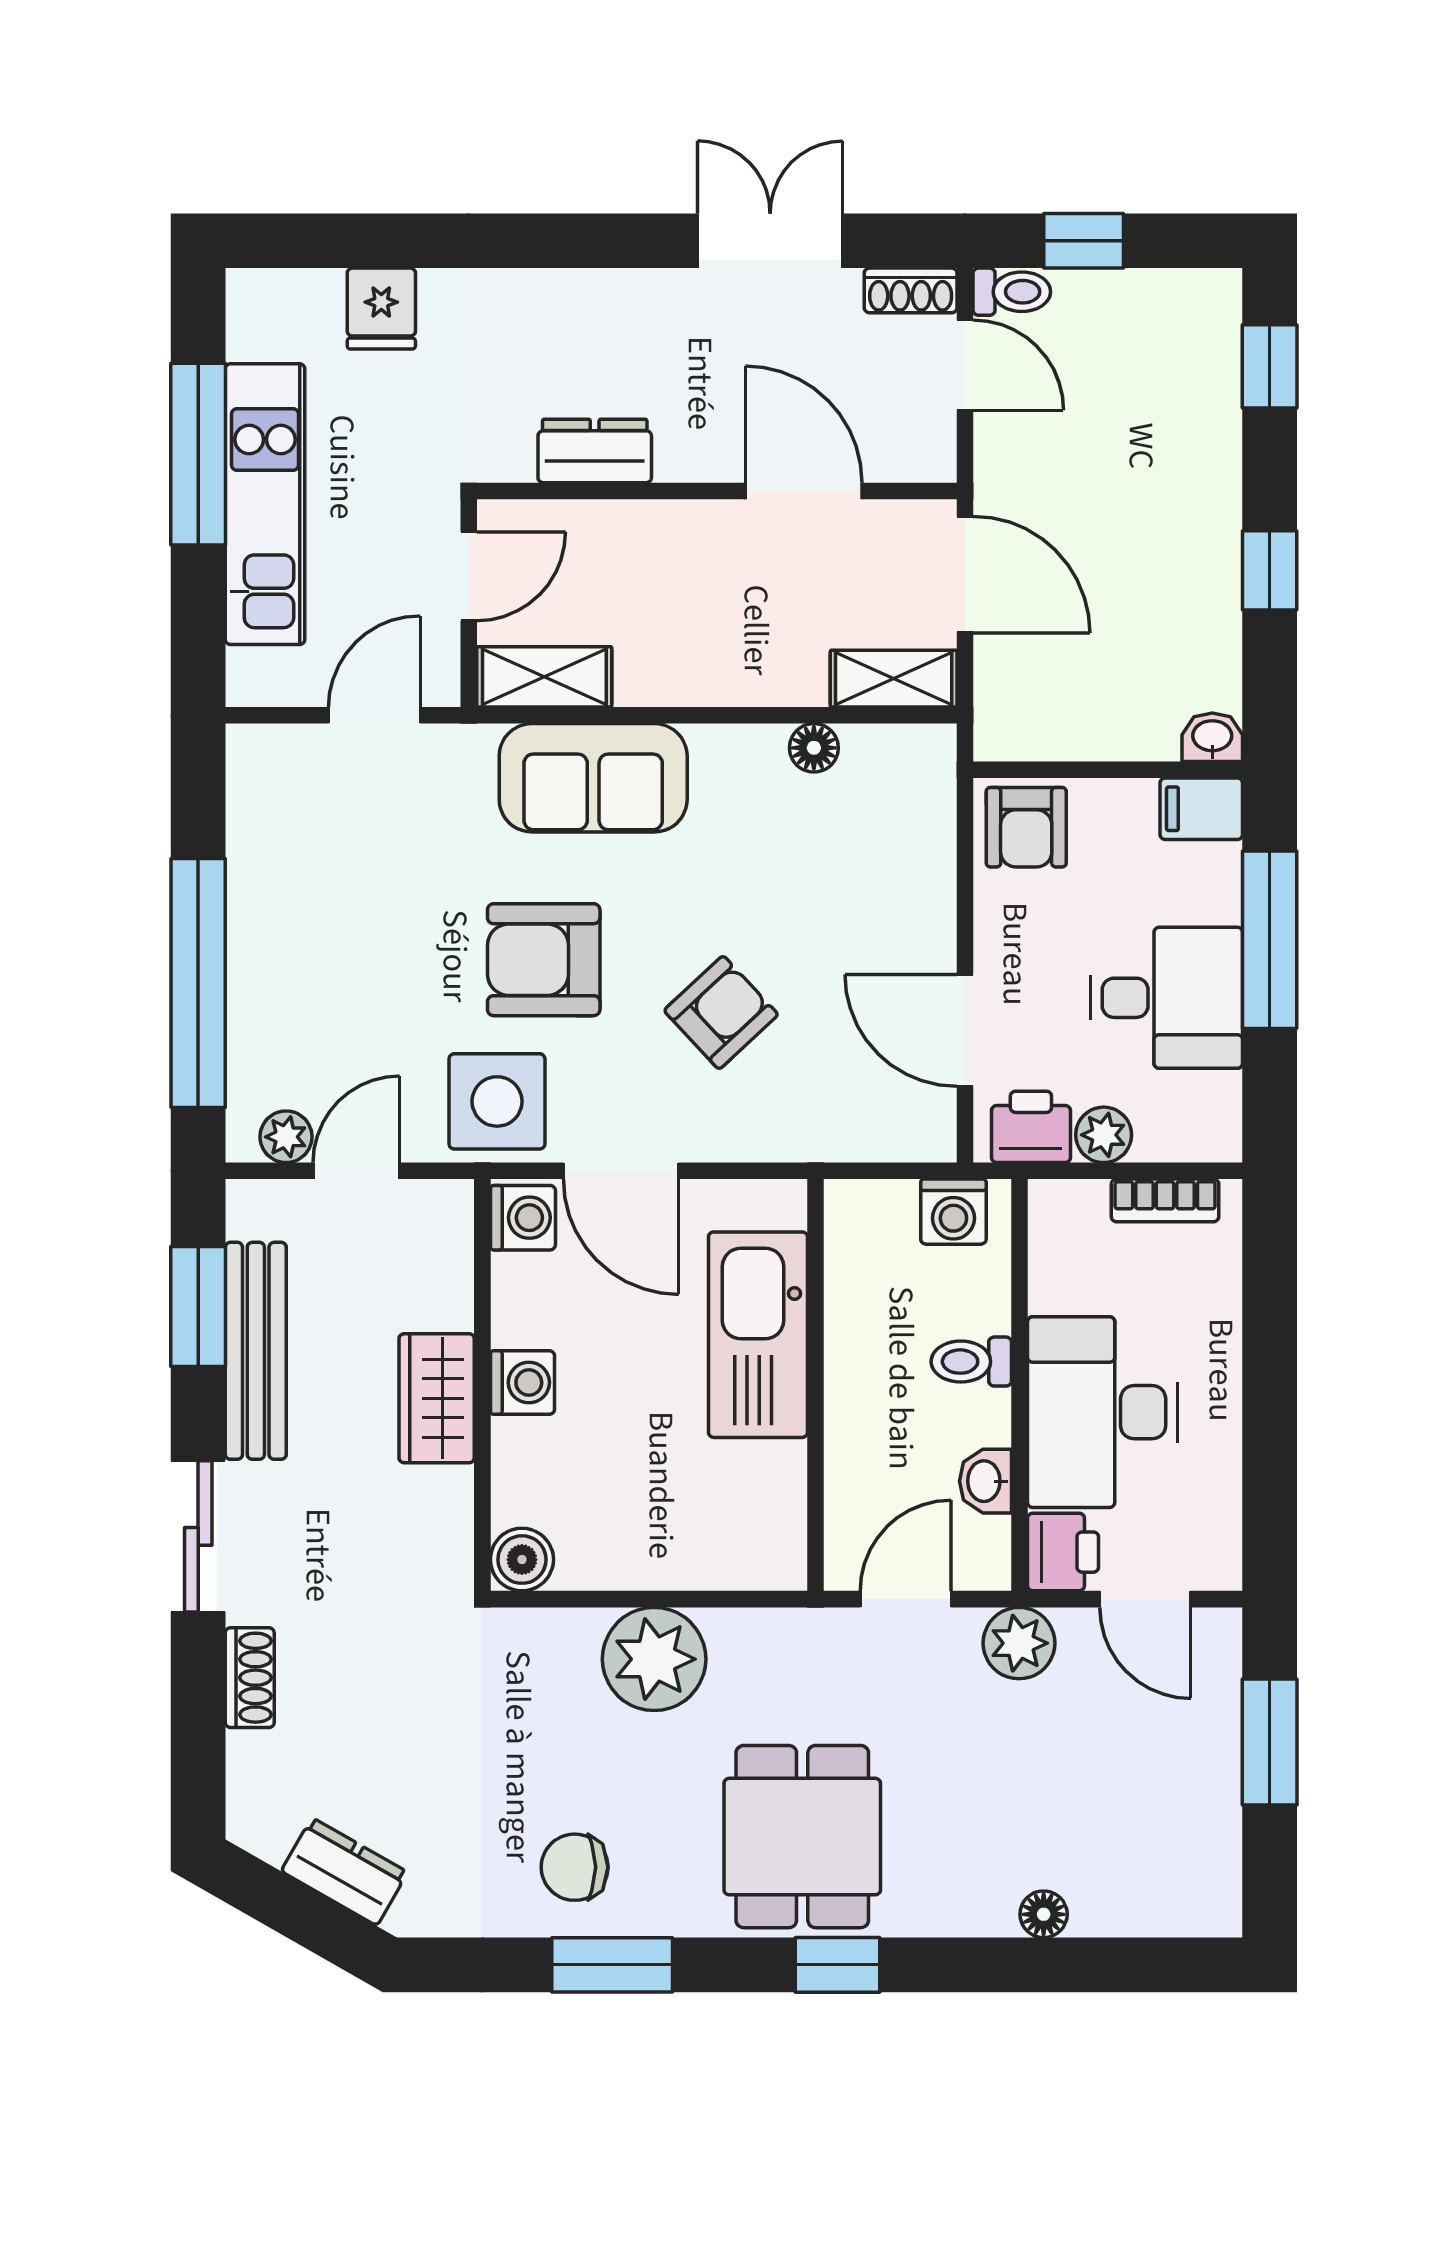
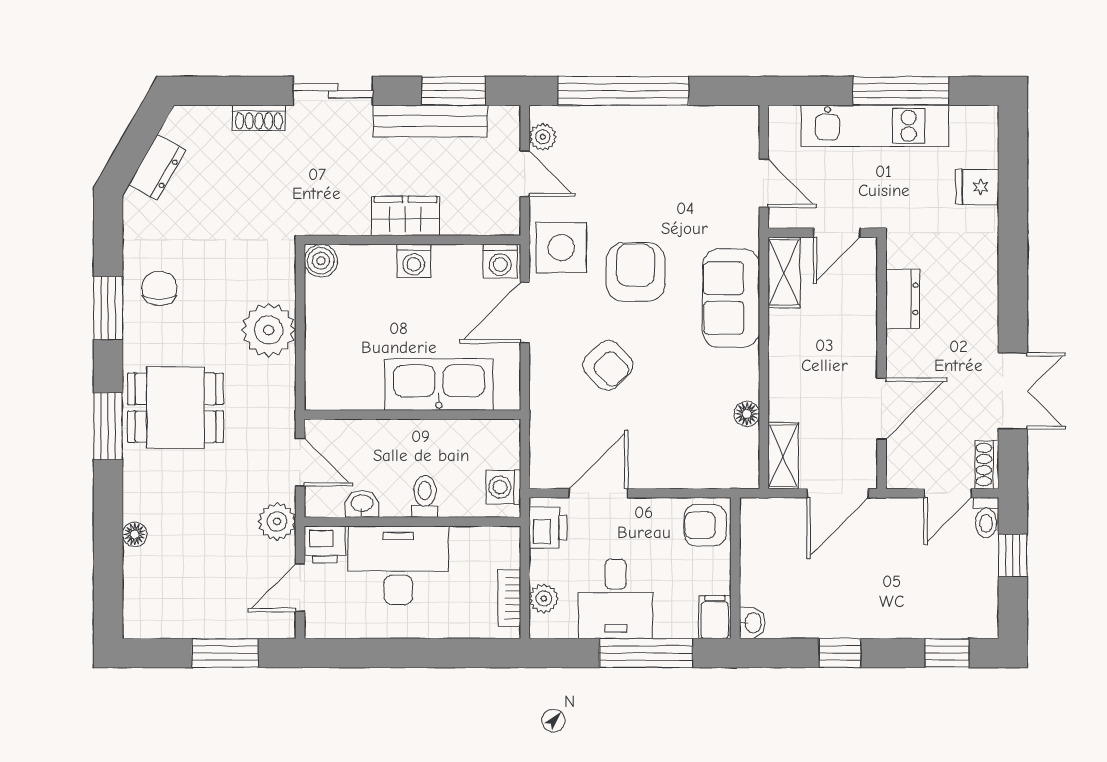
door: (469, 576) -> (837, 233), hinge flipped
plant: (1104, 1135) -> (544, 599), moved
window: (837, 1965) -> (108, 426), width x1.50

